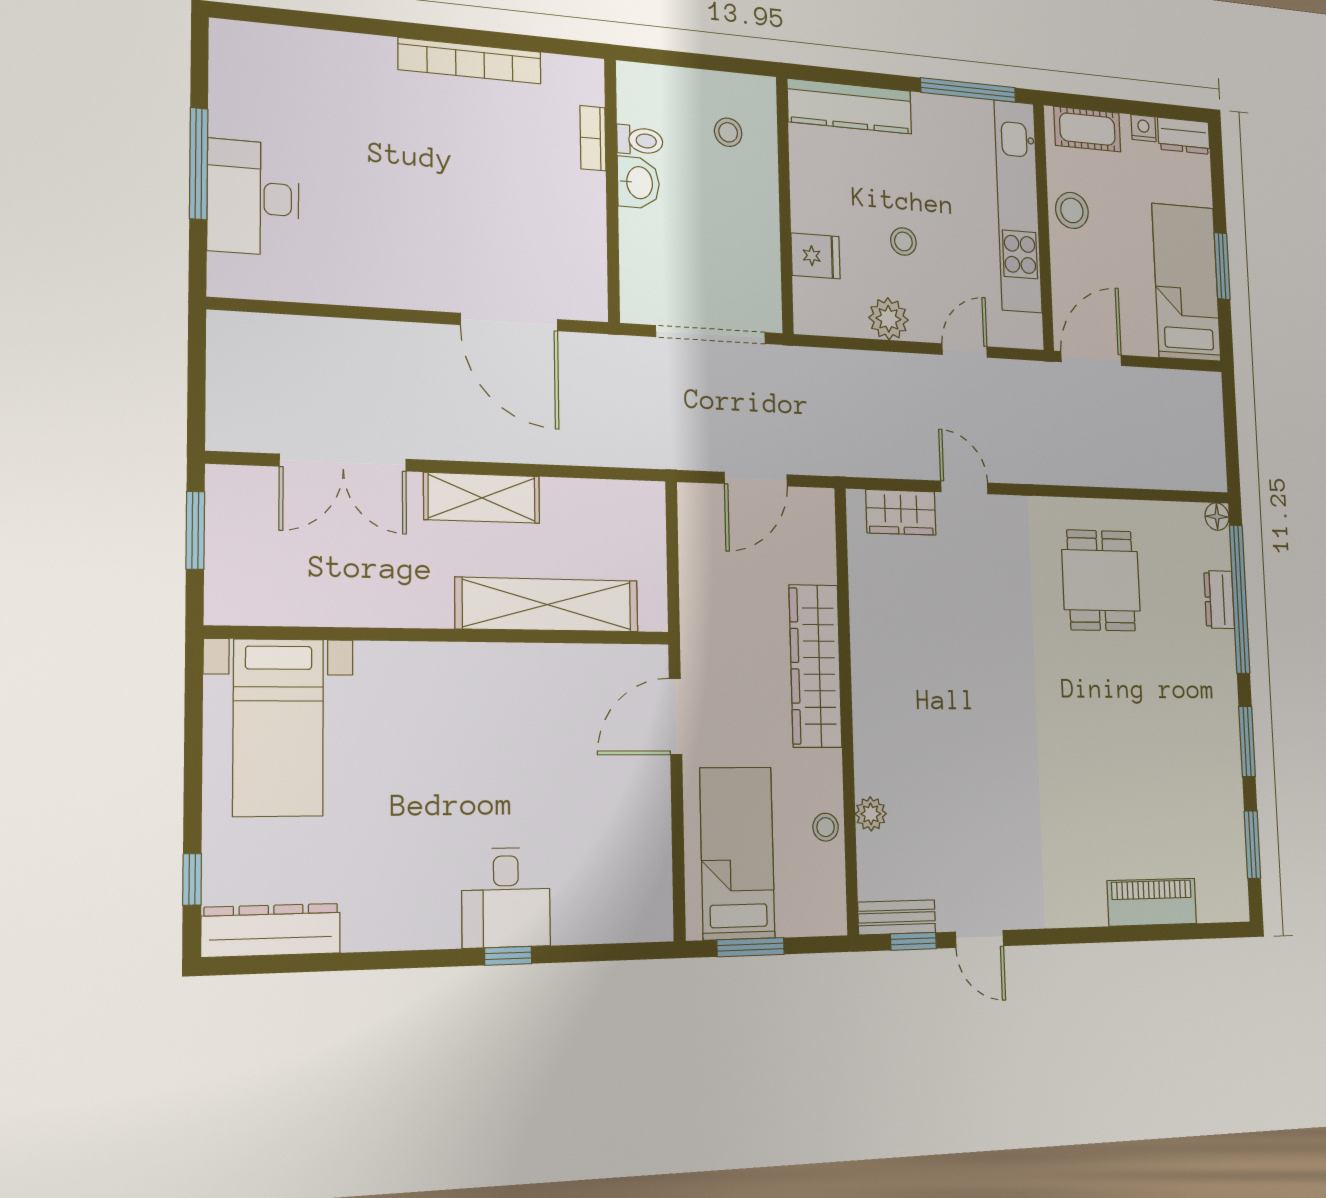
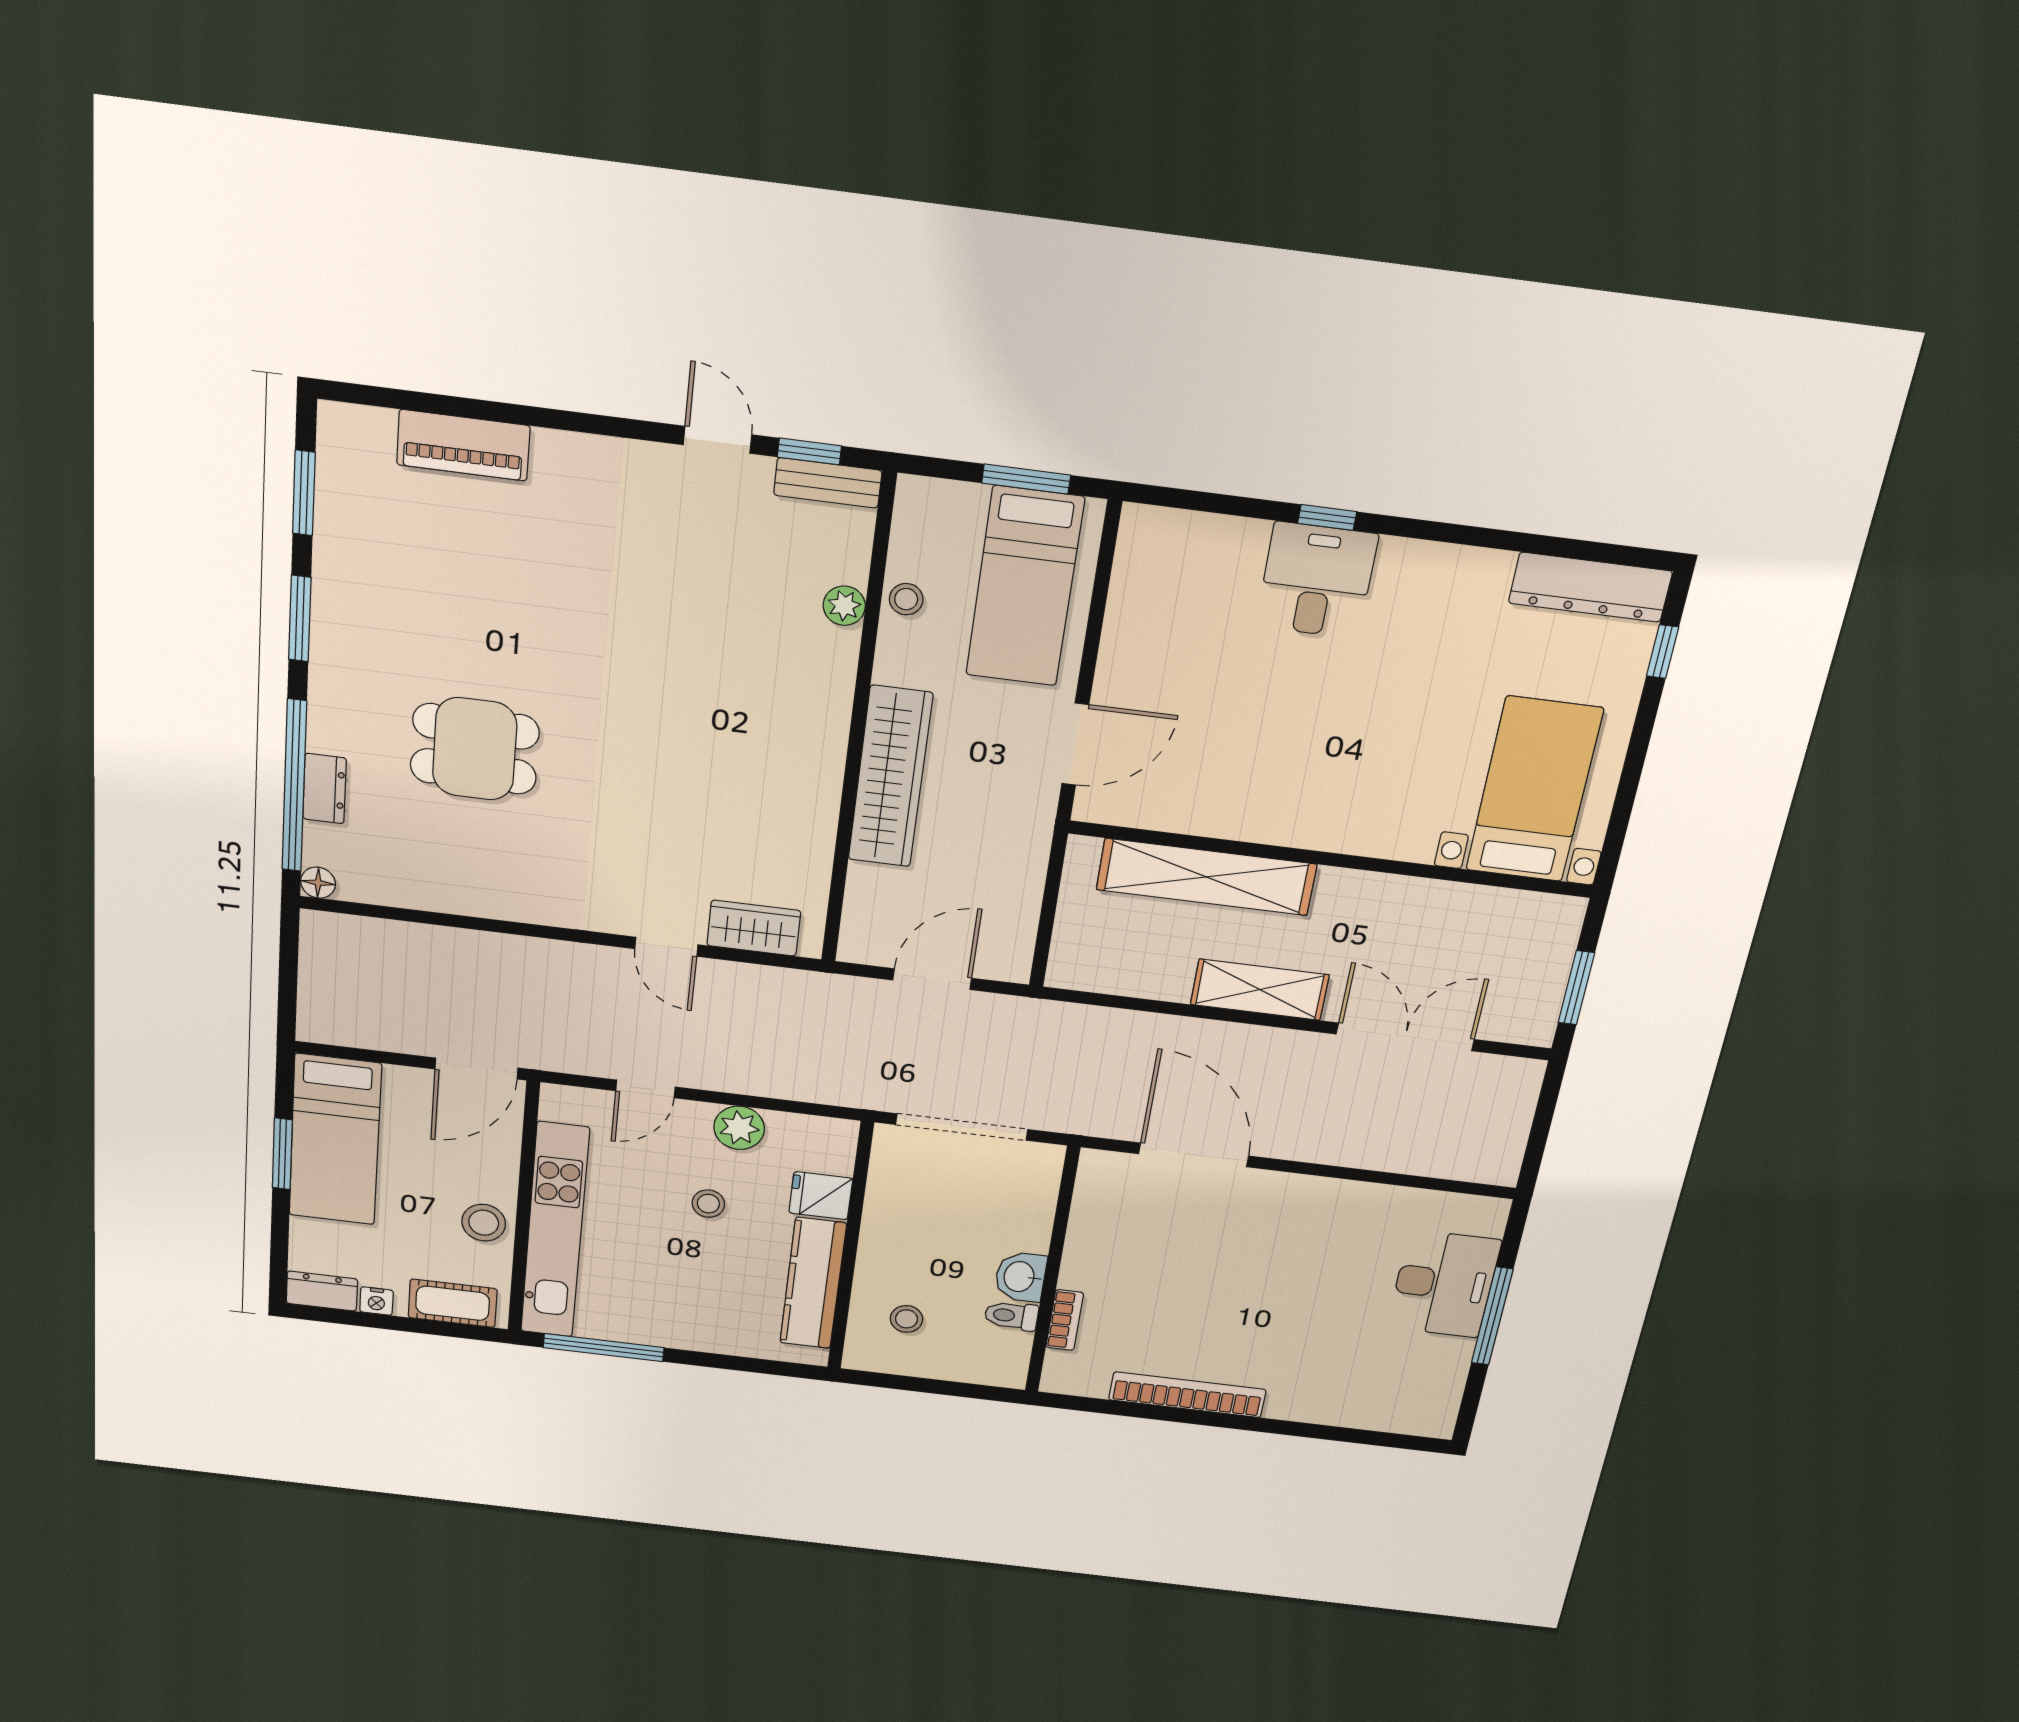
kitchen counter: (850, 106) -> (813, 1283), moved, turned -90
dining table: (1101, 580) -> (475, 749), moved, turned 90

